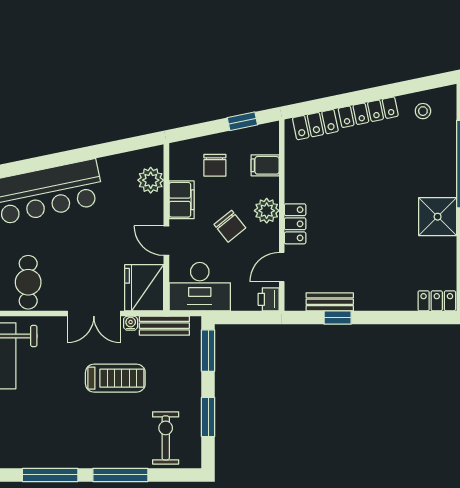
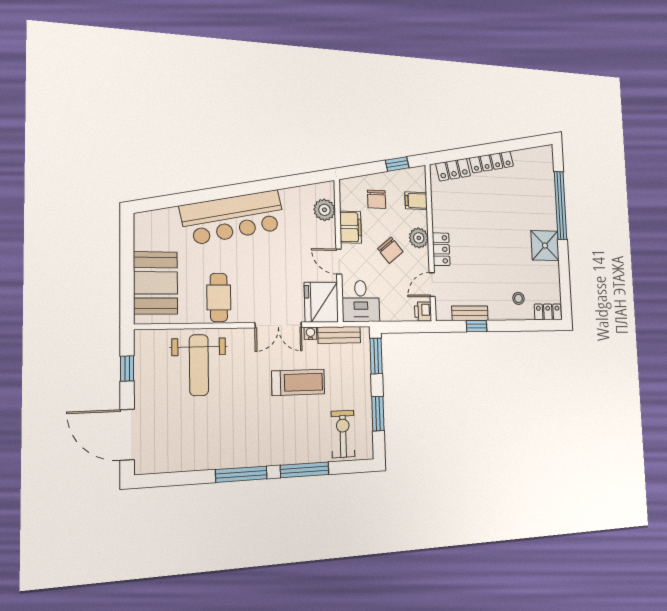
stool: (423, 111) -> (518, 298), moved
desk: (200, 287) -> (361, 301), width x0.73

